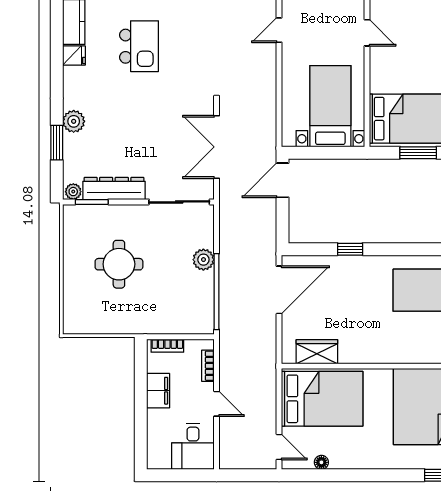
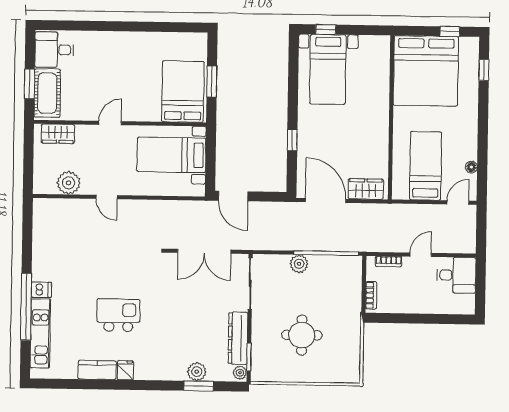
plant: (74, 121) -> (197, 372), moved
wardrobe: (317, 352) -> (366, 189), moved, turned 90
filing cabinet: (158, 391) -> (409, 304), removed
bed: (322, 399) -> (426, 166), width x0.67

